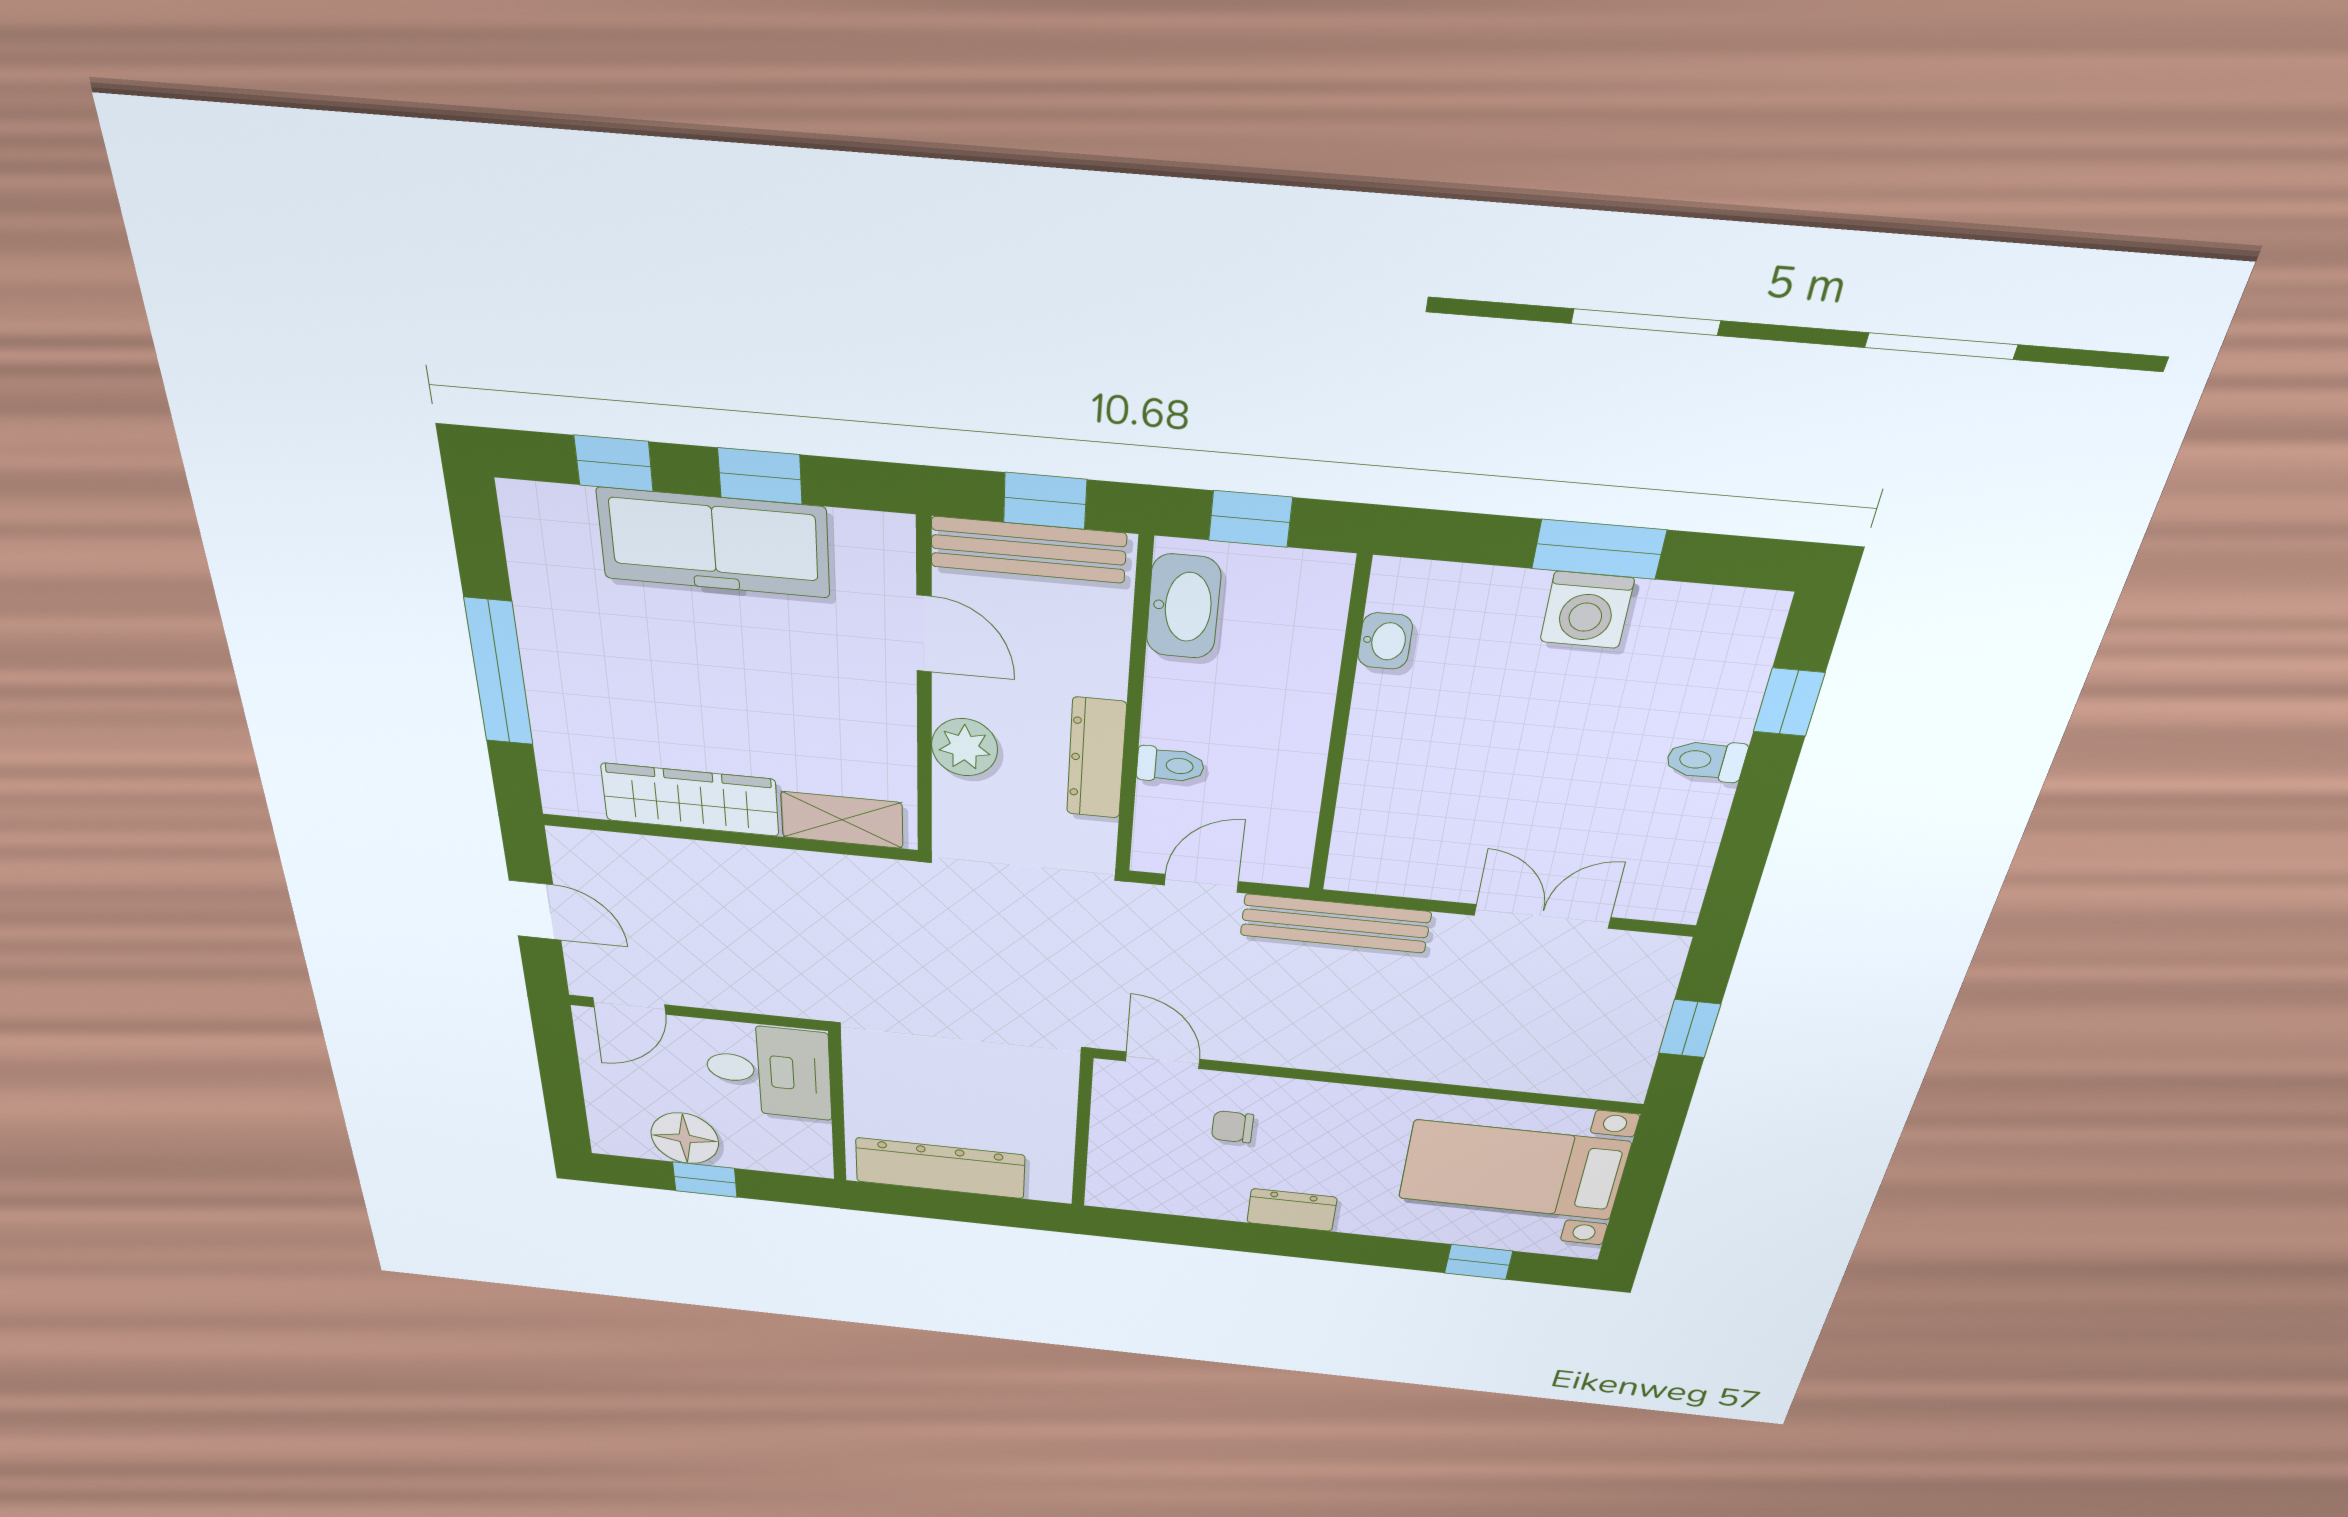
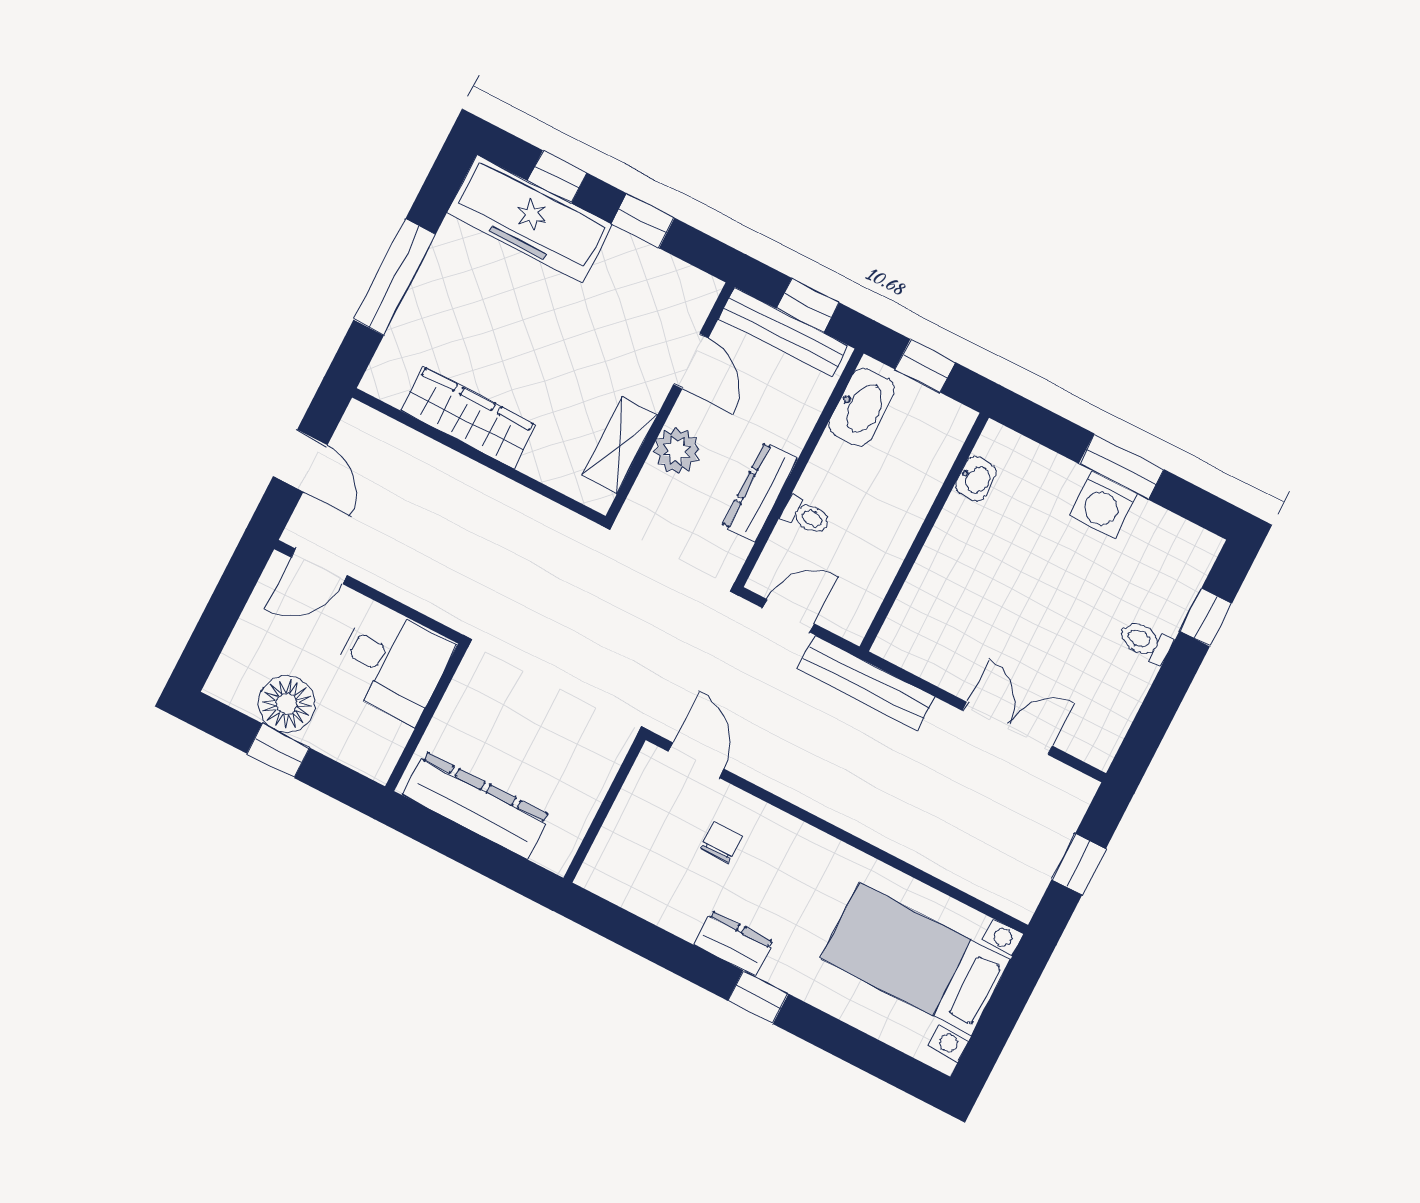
freezer: (714, 543) -> (530, 219), moved
shelving: (842, 820) -> (619, 445), moved, turned 90
chair: (1233, 1127) -> (722, 843), turned 90
window: (1479, 1262) -> (758, 997), moved

